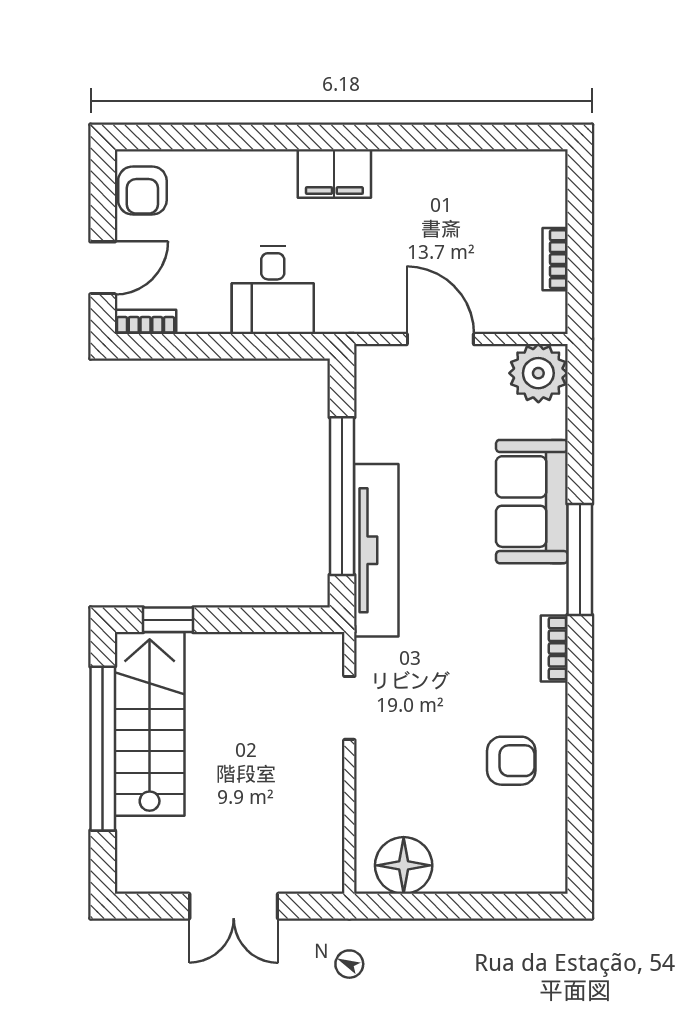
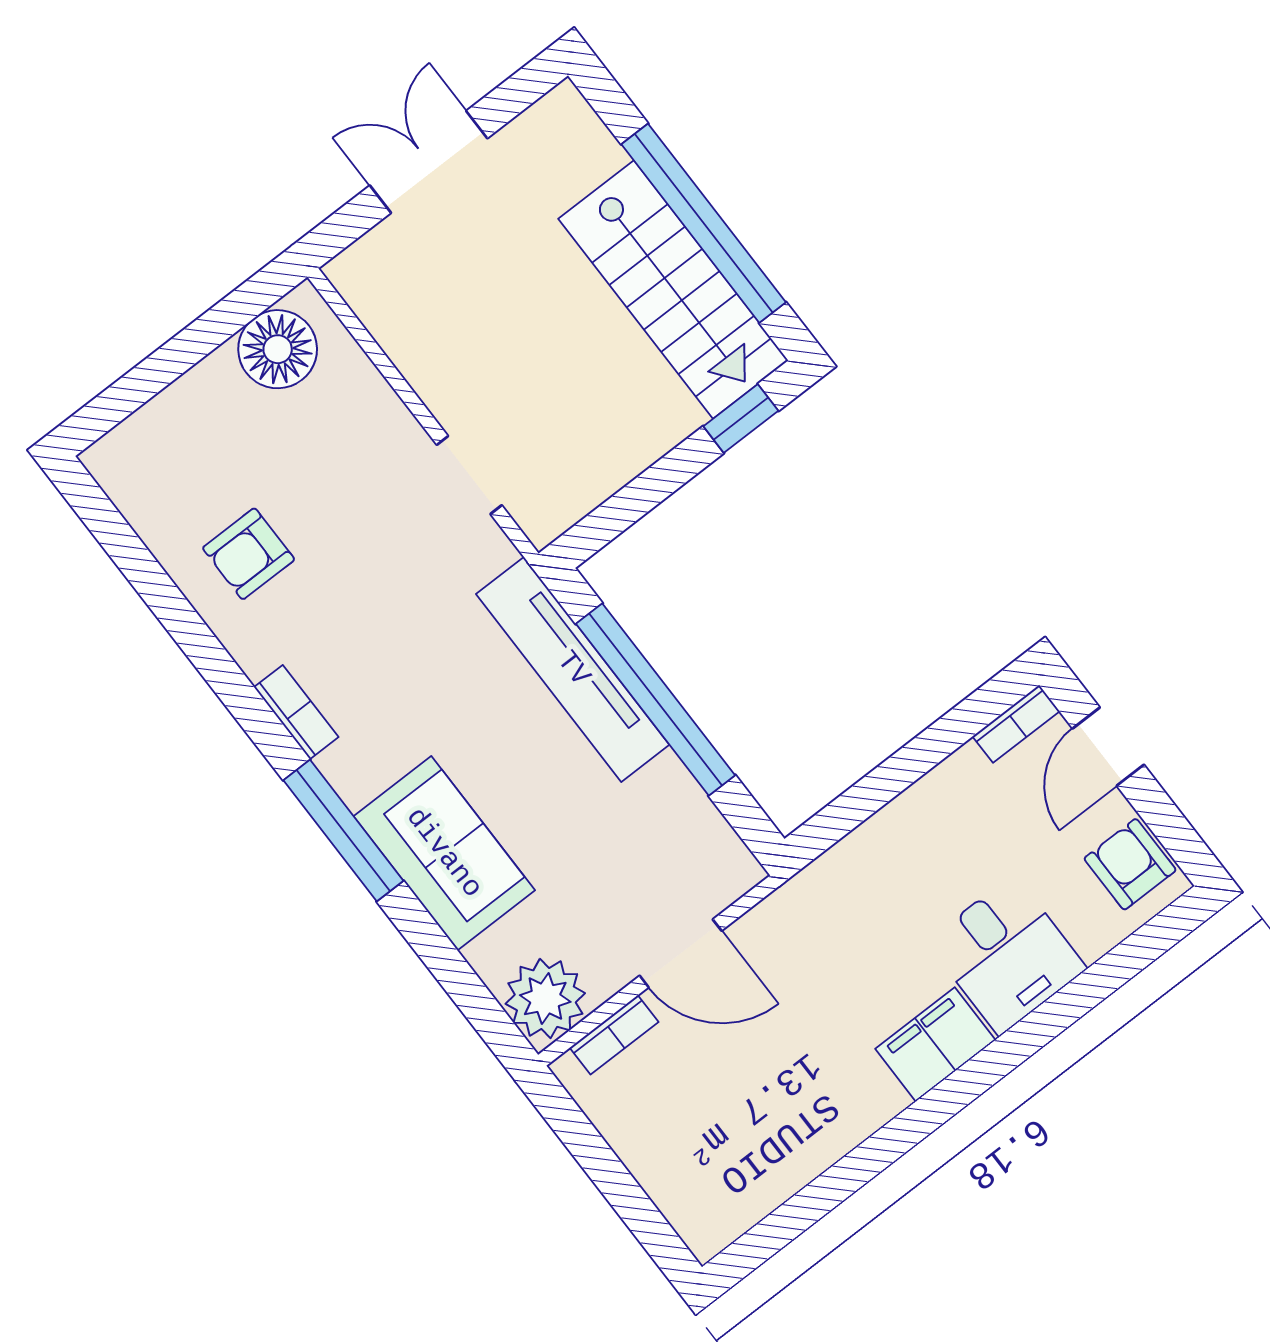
bookcase: (555, 259) -> (614, 1035), moved, turned 90
desk: (273, 290) -> (1006, 955), moved, turned 180

